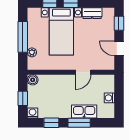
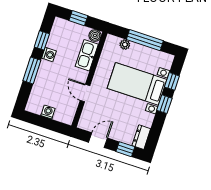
dresser: (92, 13) -> (141, 137), moved
kitchen sink: (84, 111) -> (87, 55), moved, turned 180
washing machine: (33, 113) -> (49, 55), moved

